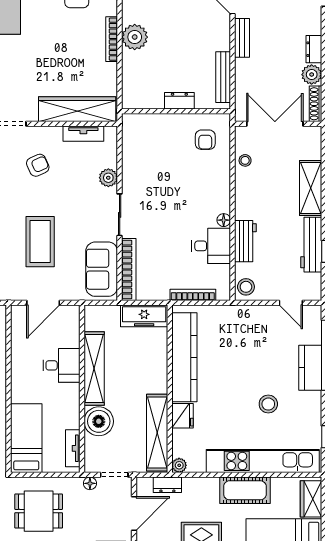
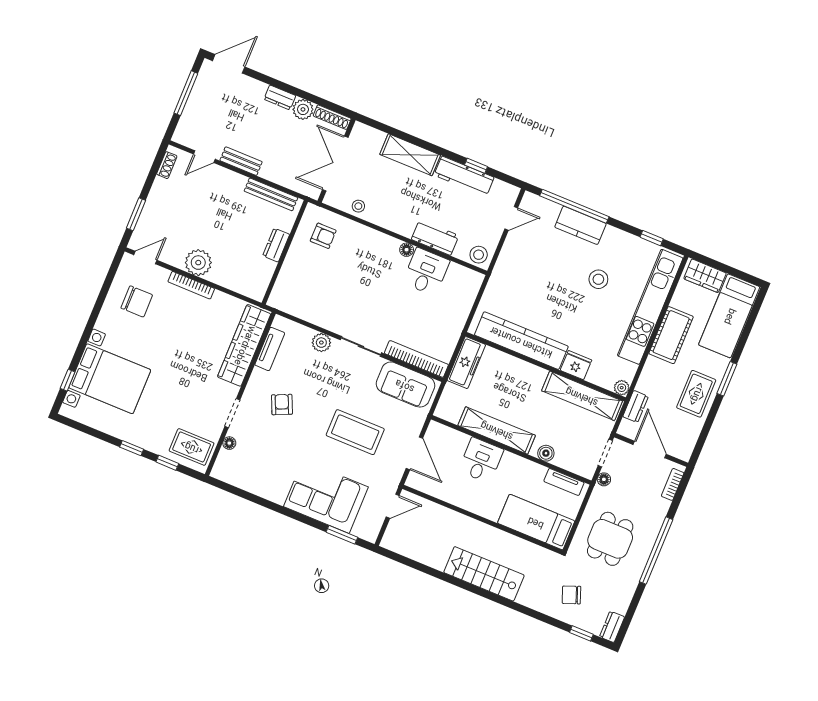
bookcase: (193, 295) -> (465, 308), removed
boiler: (99, 421) -> (546, 453), width x0.54, depth x0.54

